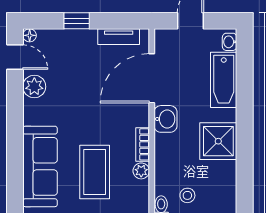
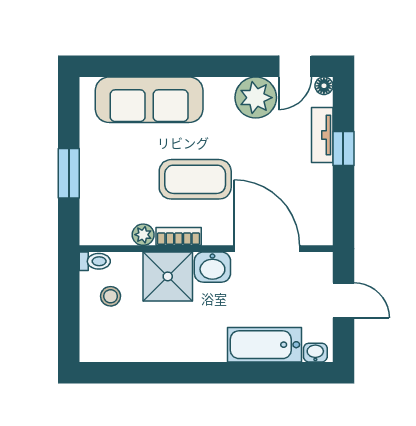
tv unit: (119, 37) -> (322, 135), moved
plant: (34, 87) -> (256, 98), width x1.36, depth x1.36
shower: (218, 141) -> (168, 276), moved
coffee table: (95, 172) -> (195, 179), moved

